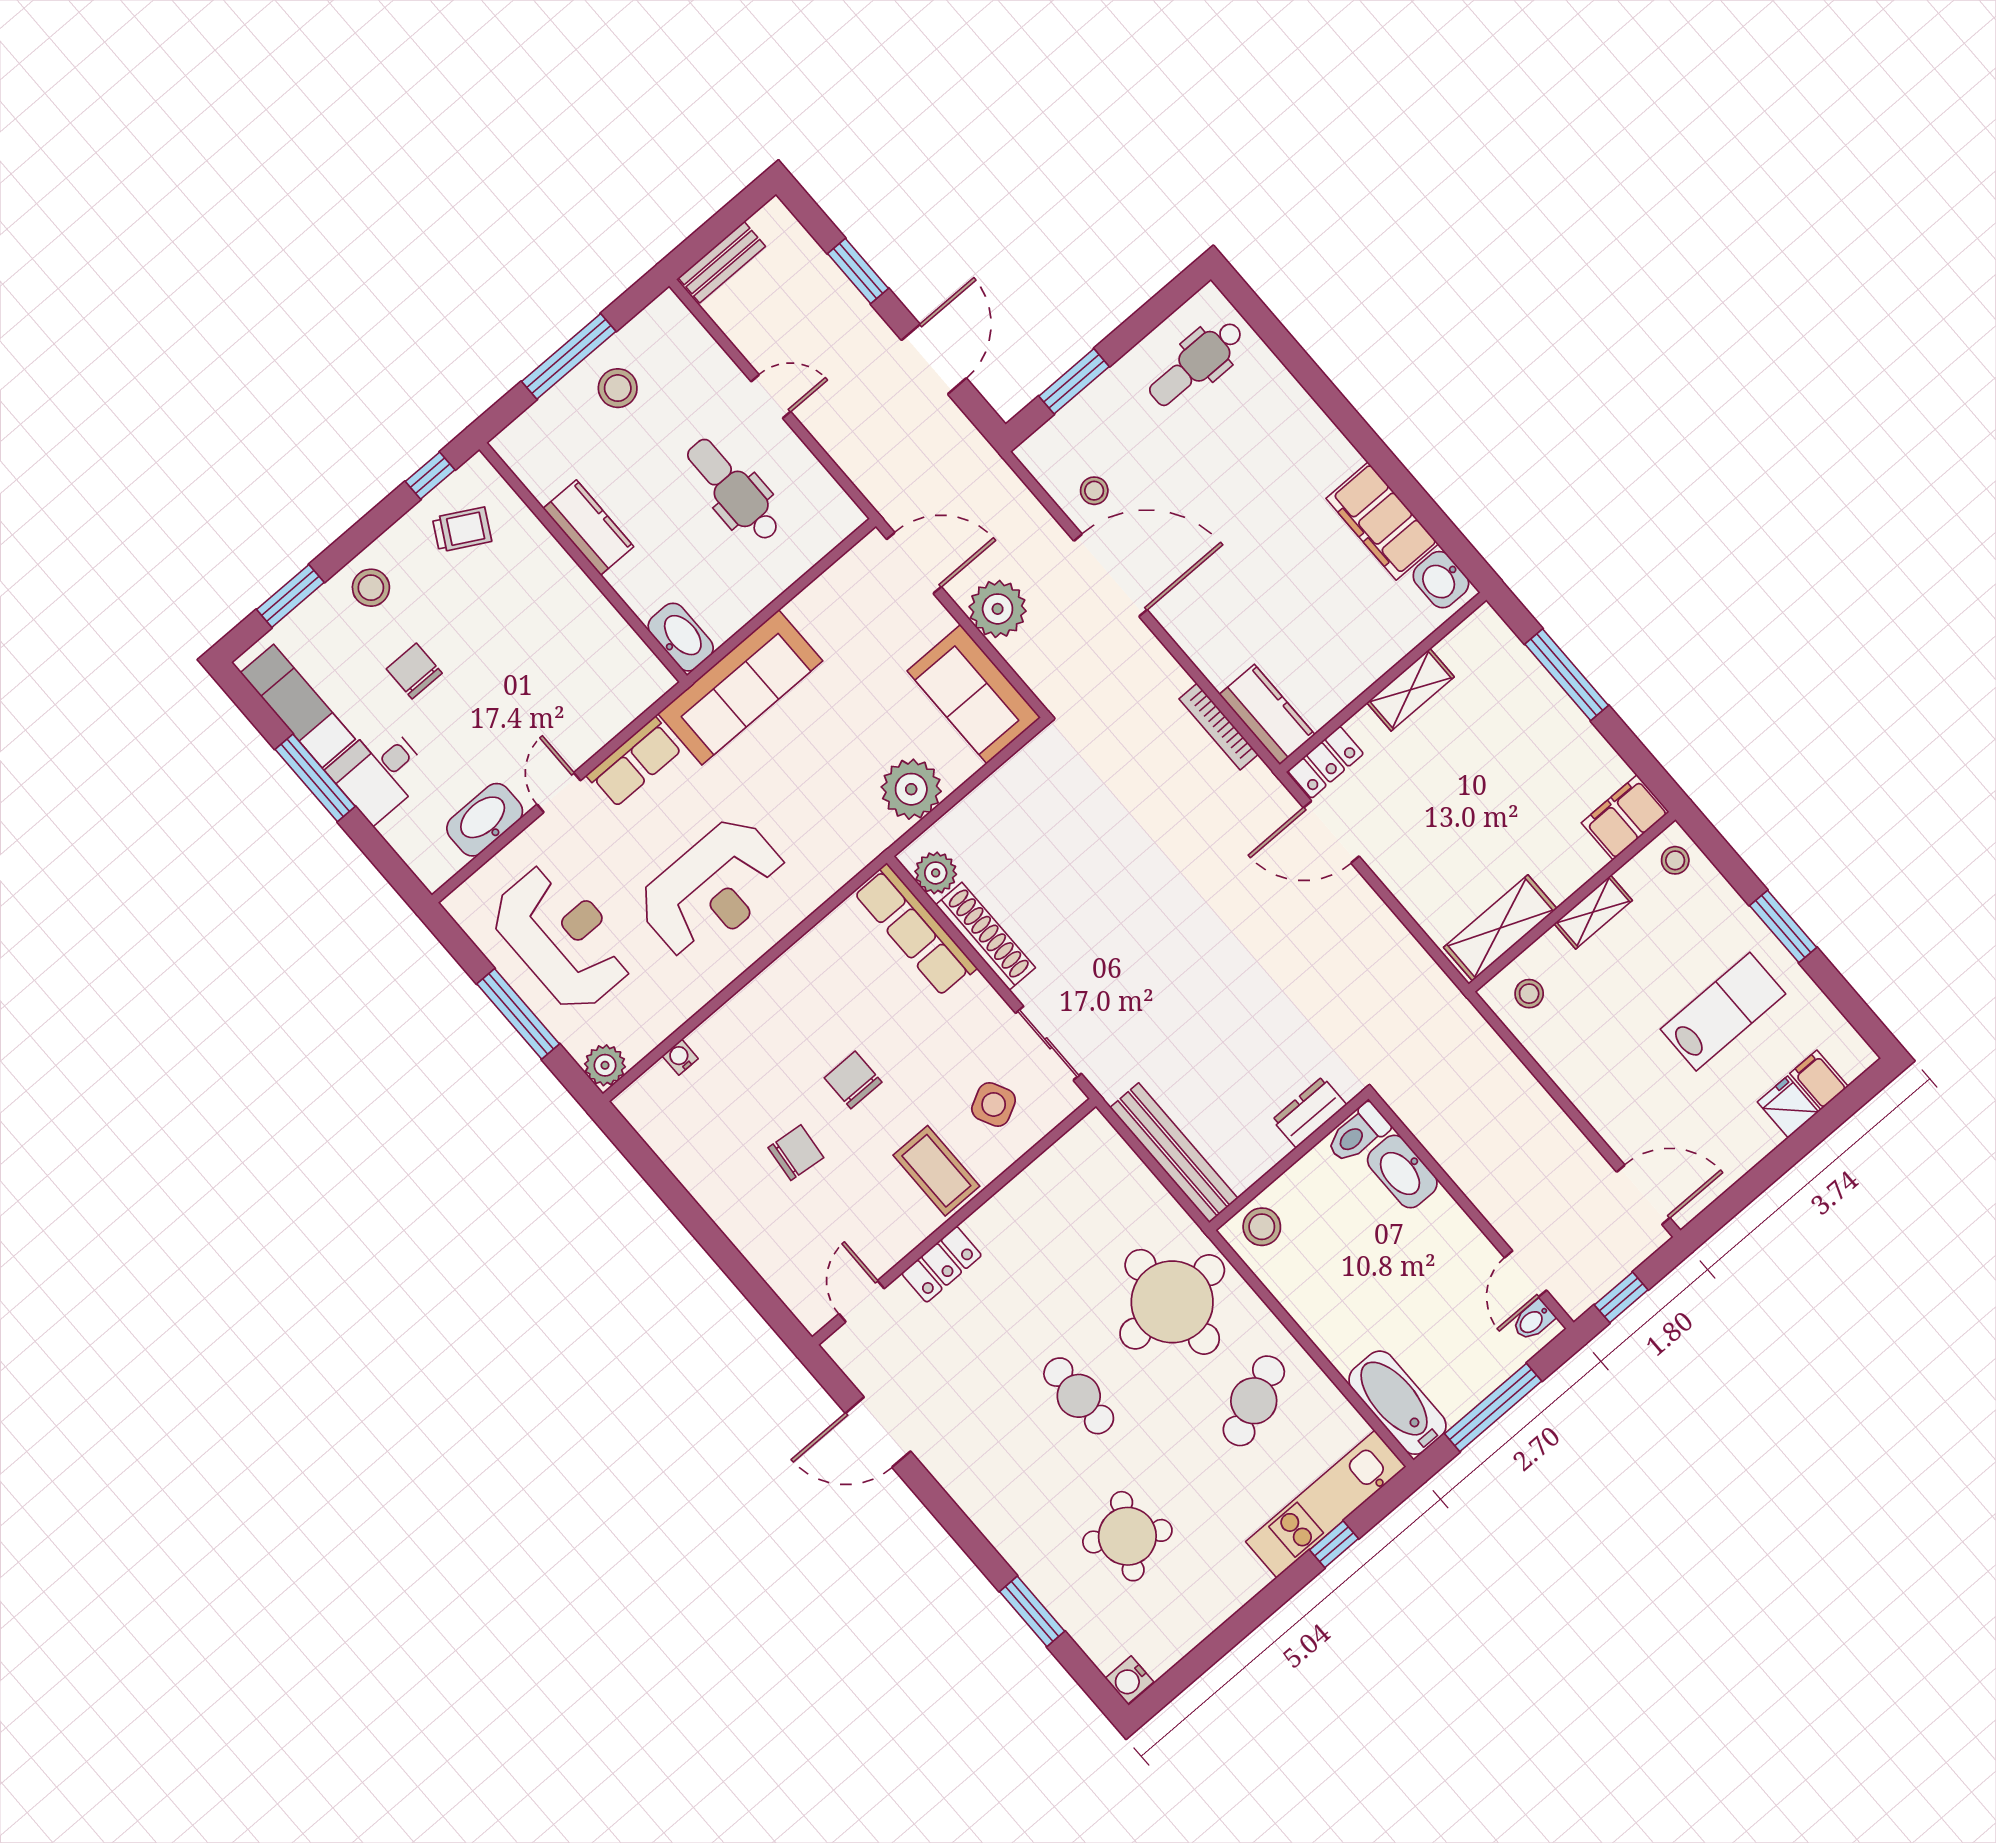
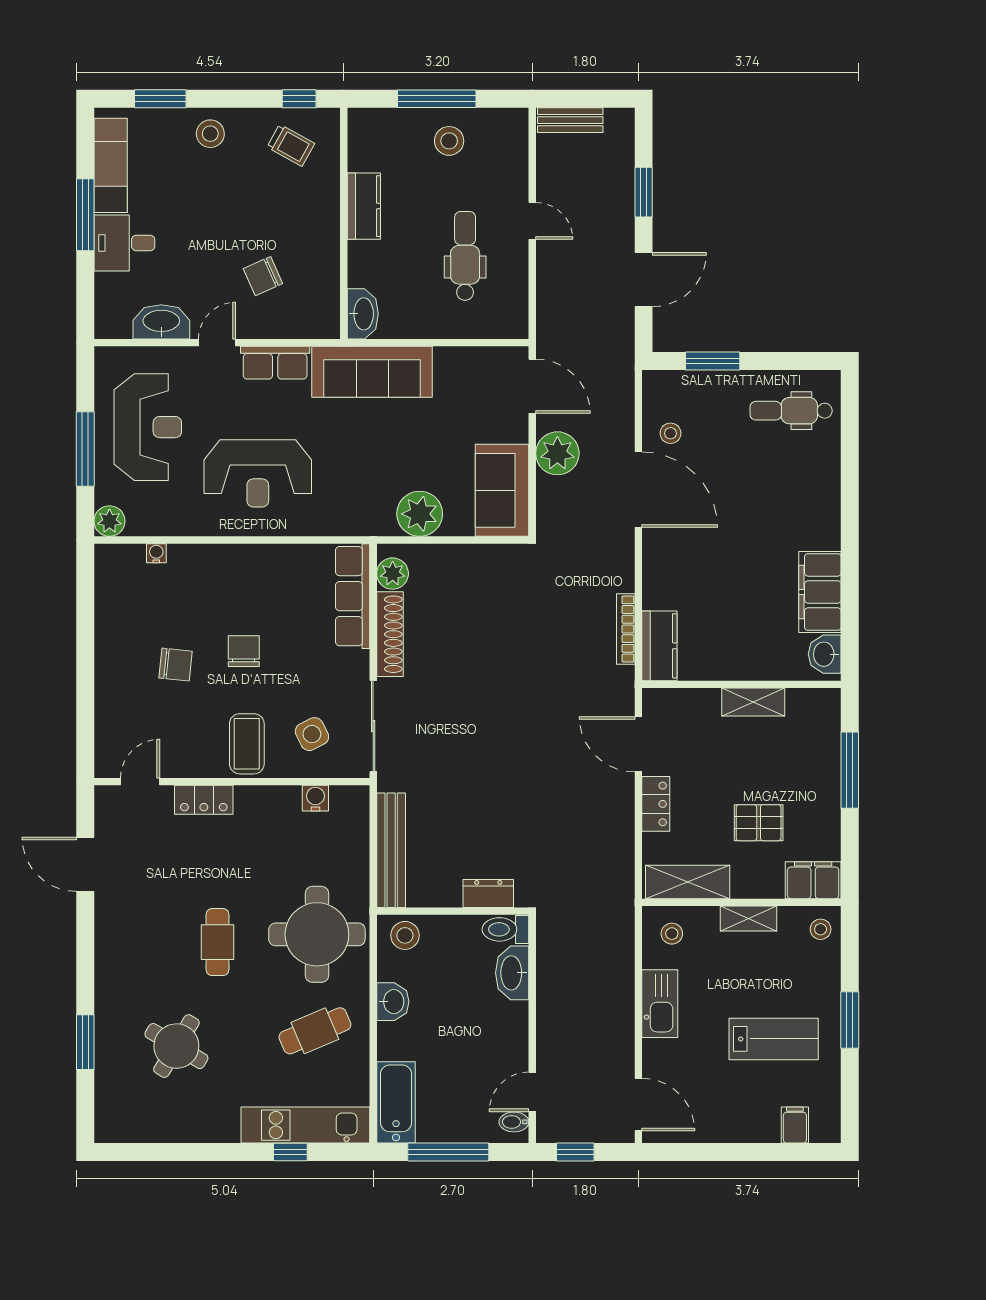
chair: (414, 671) -> (263, 276), moved, turned -114
locker: (1326, 762) -> (656, 804), moved, turned -90
pallet: (1520, 807) -> (759, 823), added
sliding door: (1048, 1043) -> (373, 726), width x1.37
kitchen sink: (1577, 1075) -> (660, 1004), added
fridge: (1788, 1107) -> (764, 1125), removed
washbasin: (1307, 1304) -> (393, 1002), added
water cooler: (1129, 1680) -> (315, 798), moved, turned 90

